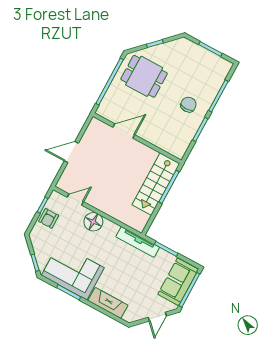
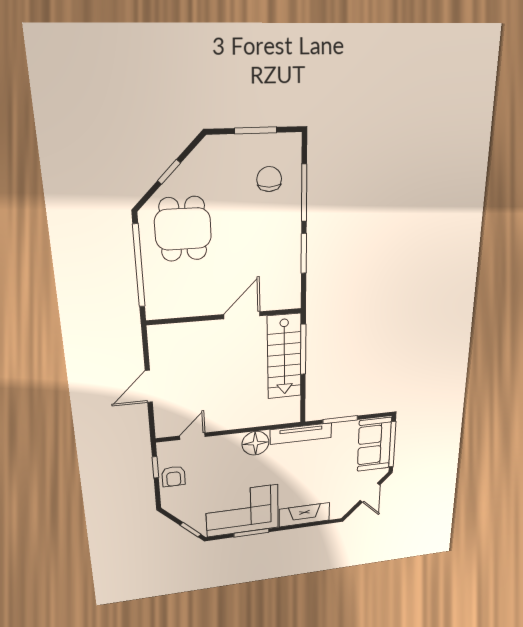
dining table: (144, 76) -> (183, 229), turned 90
chair: (188, 105) -> (269, 179), moved
door: (124, 131) -> (242, 315), moved
floor lamp: (93, 222) -> (255, 443), moved

